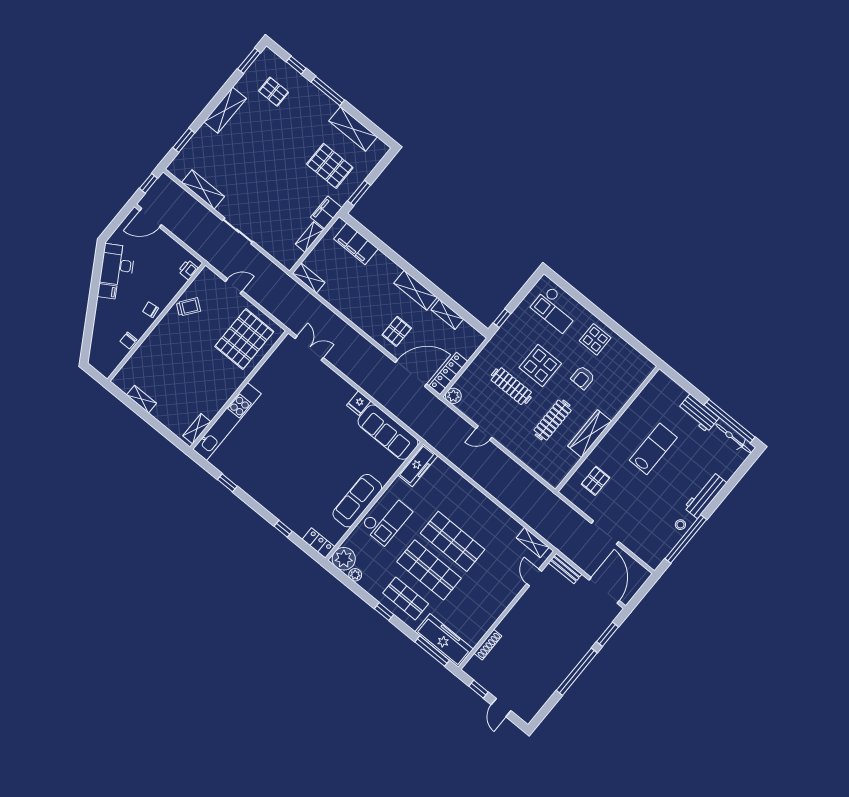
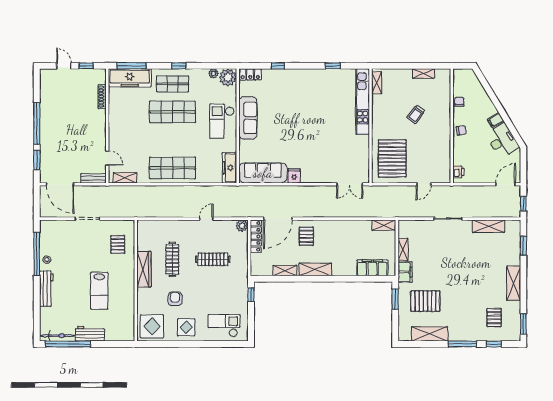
pallet: (274, 92) -> (494, 318), turned 90
trolley: (188, 307) -> (416, 114), moved
display table: (540, 365) -> (152, 326), moved
shop shelf: (452, 541) -> (172, 168), moved

